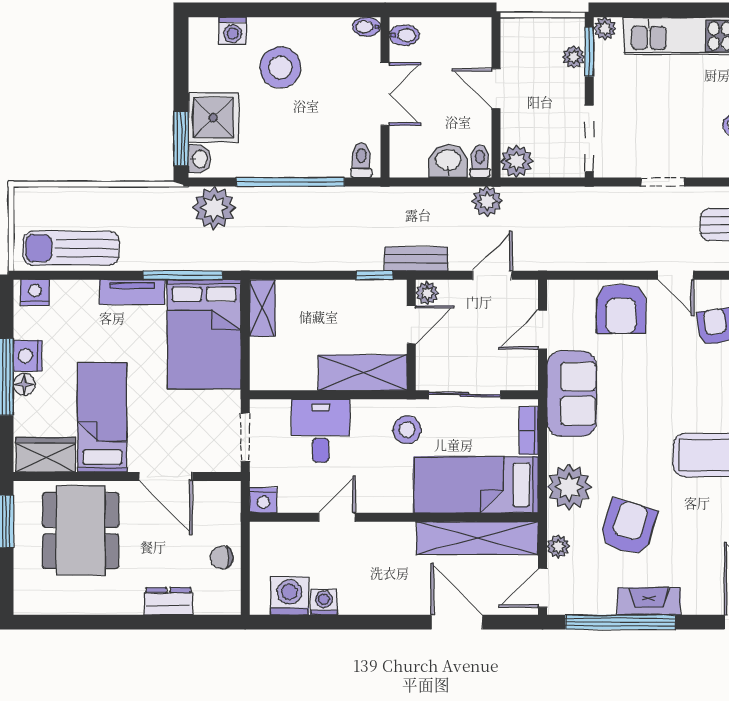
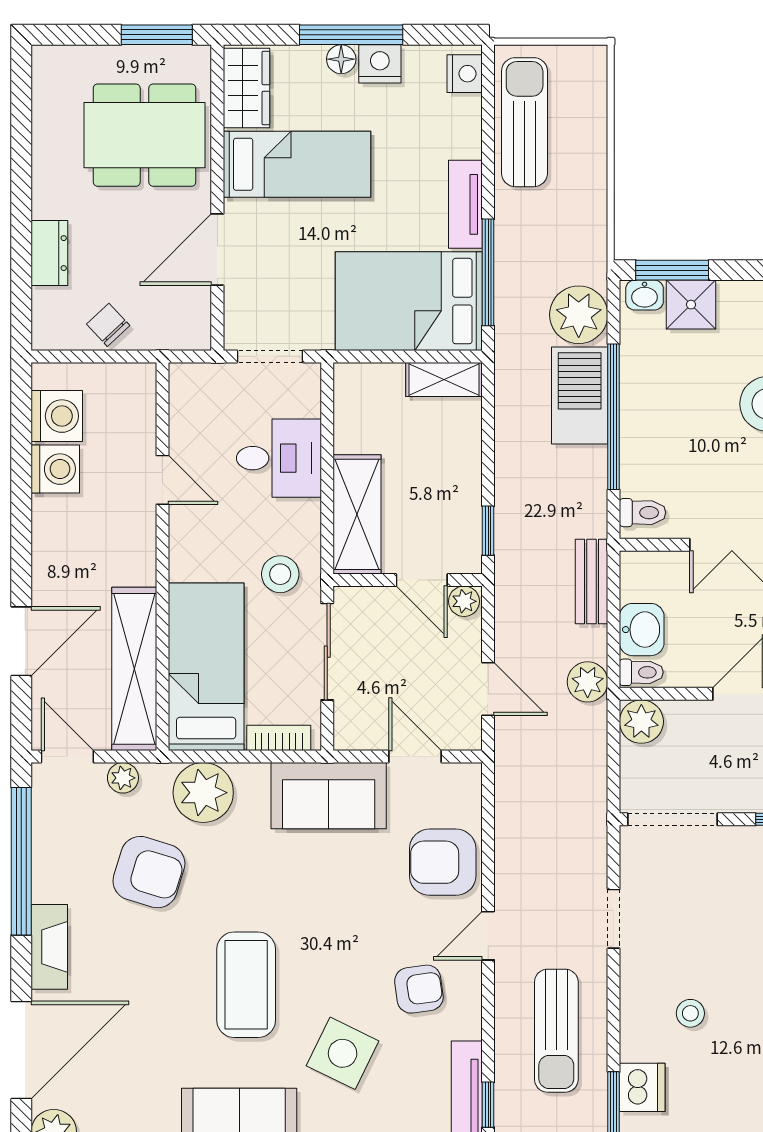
shower: (213, 118) -> (691, 305), width x0.73, depth x0.73
barbecue: (274, 207) -> (580, 395), added
bench: (416, 259) -> (592, 581), moved
nightstand: (263, 500) -> (185, 381), removed
chair: (222, 558) -> (108, 325), turned -43
fireplace: (649, 601) -> (49, 947), moved
washing machine: (324, 602) -> (55, 469), width x1.38, depth x1.38

